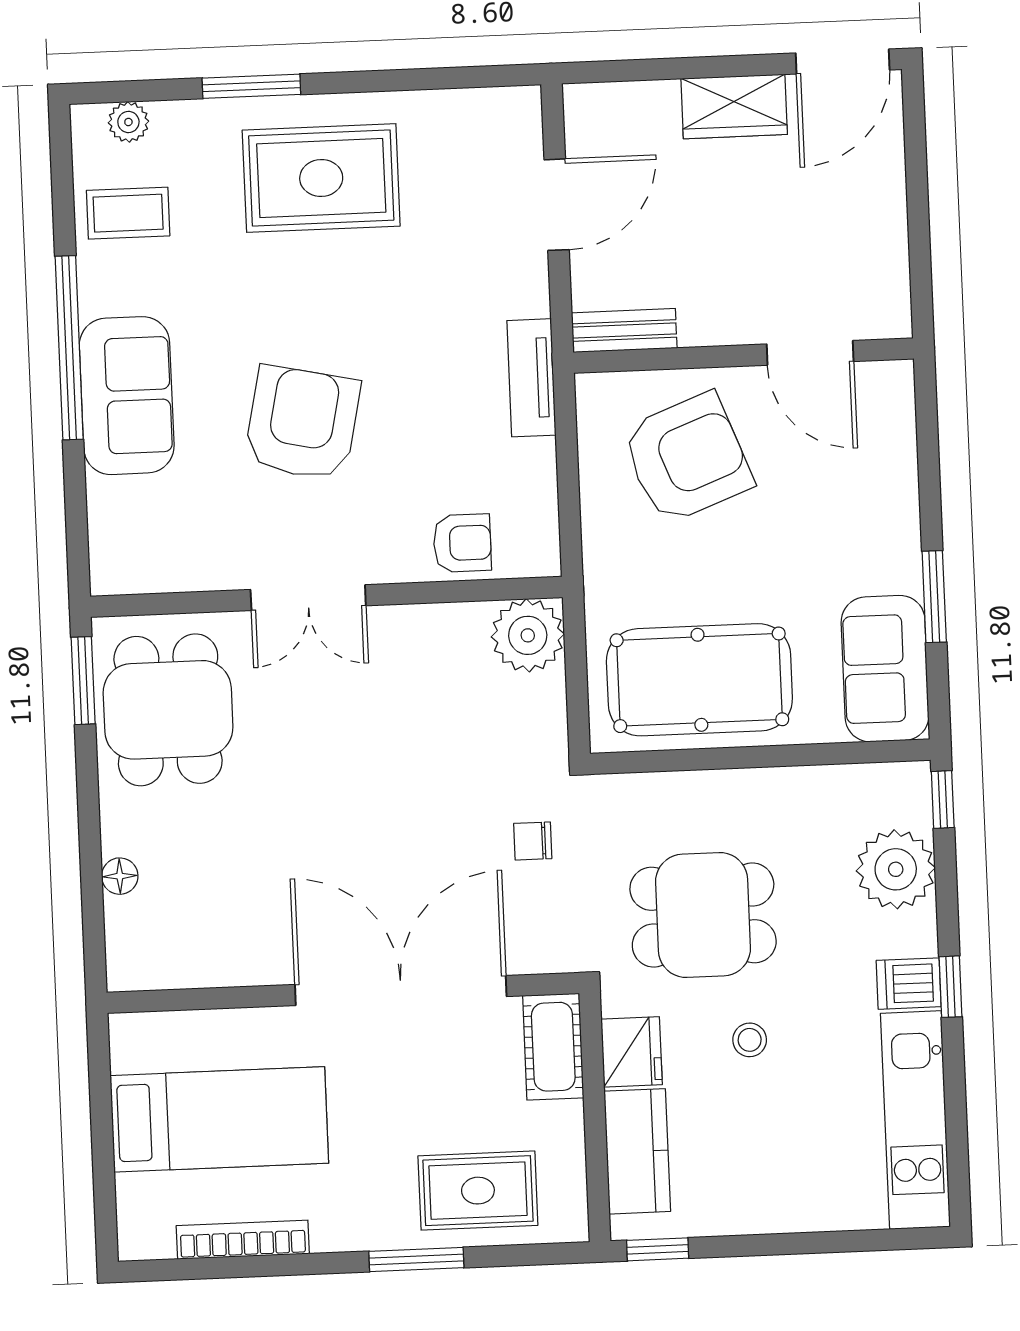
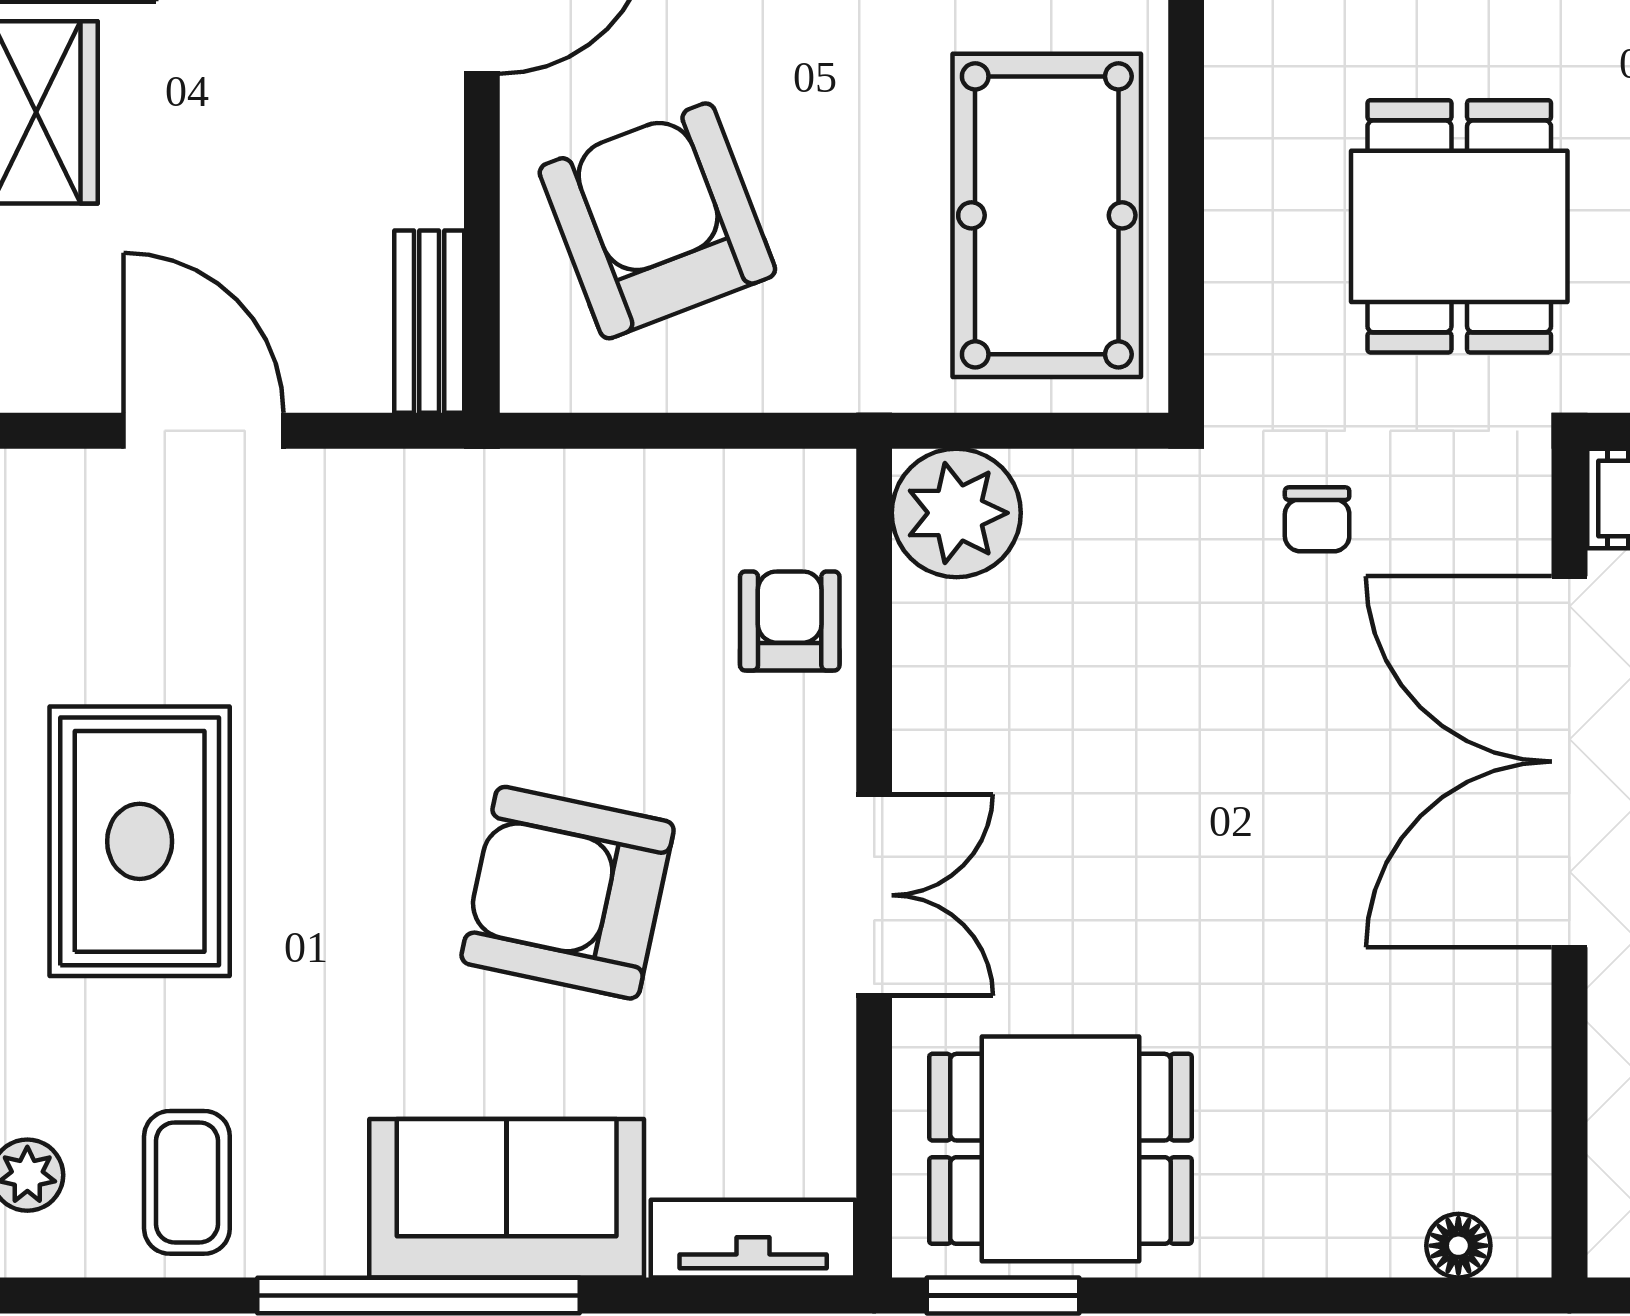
tv unit: (531, 378) -> (753, 1239), moved, turned 180
floor lamp: (120, 876) -> (1458, 1246), moved

